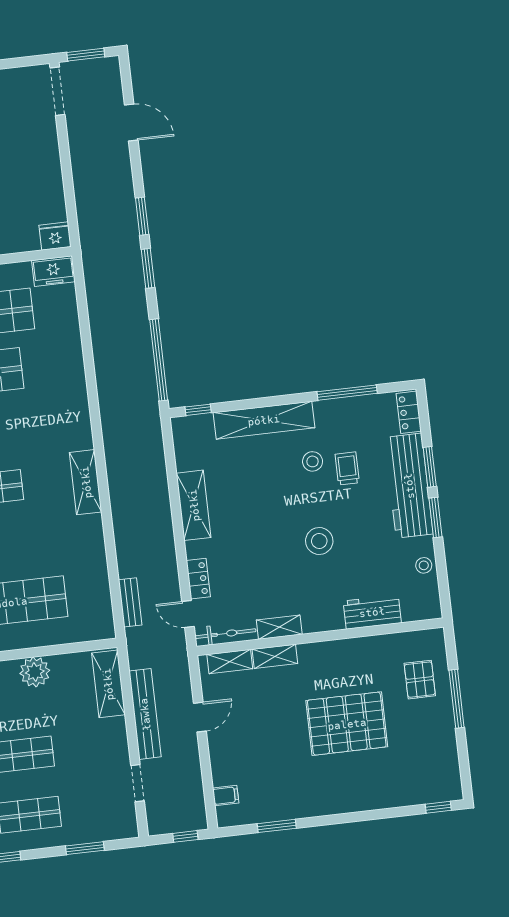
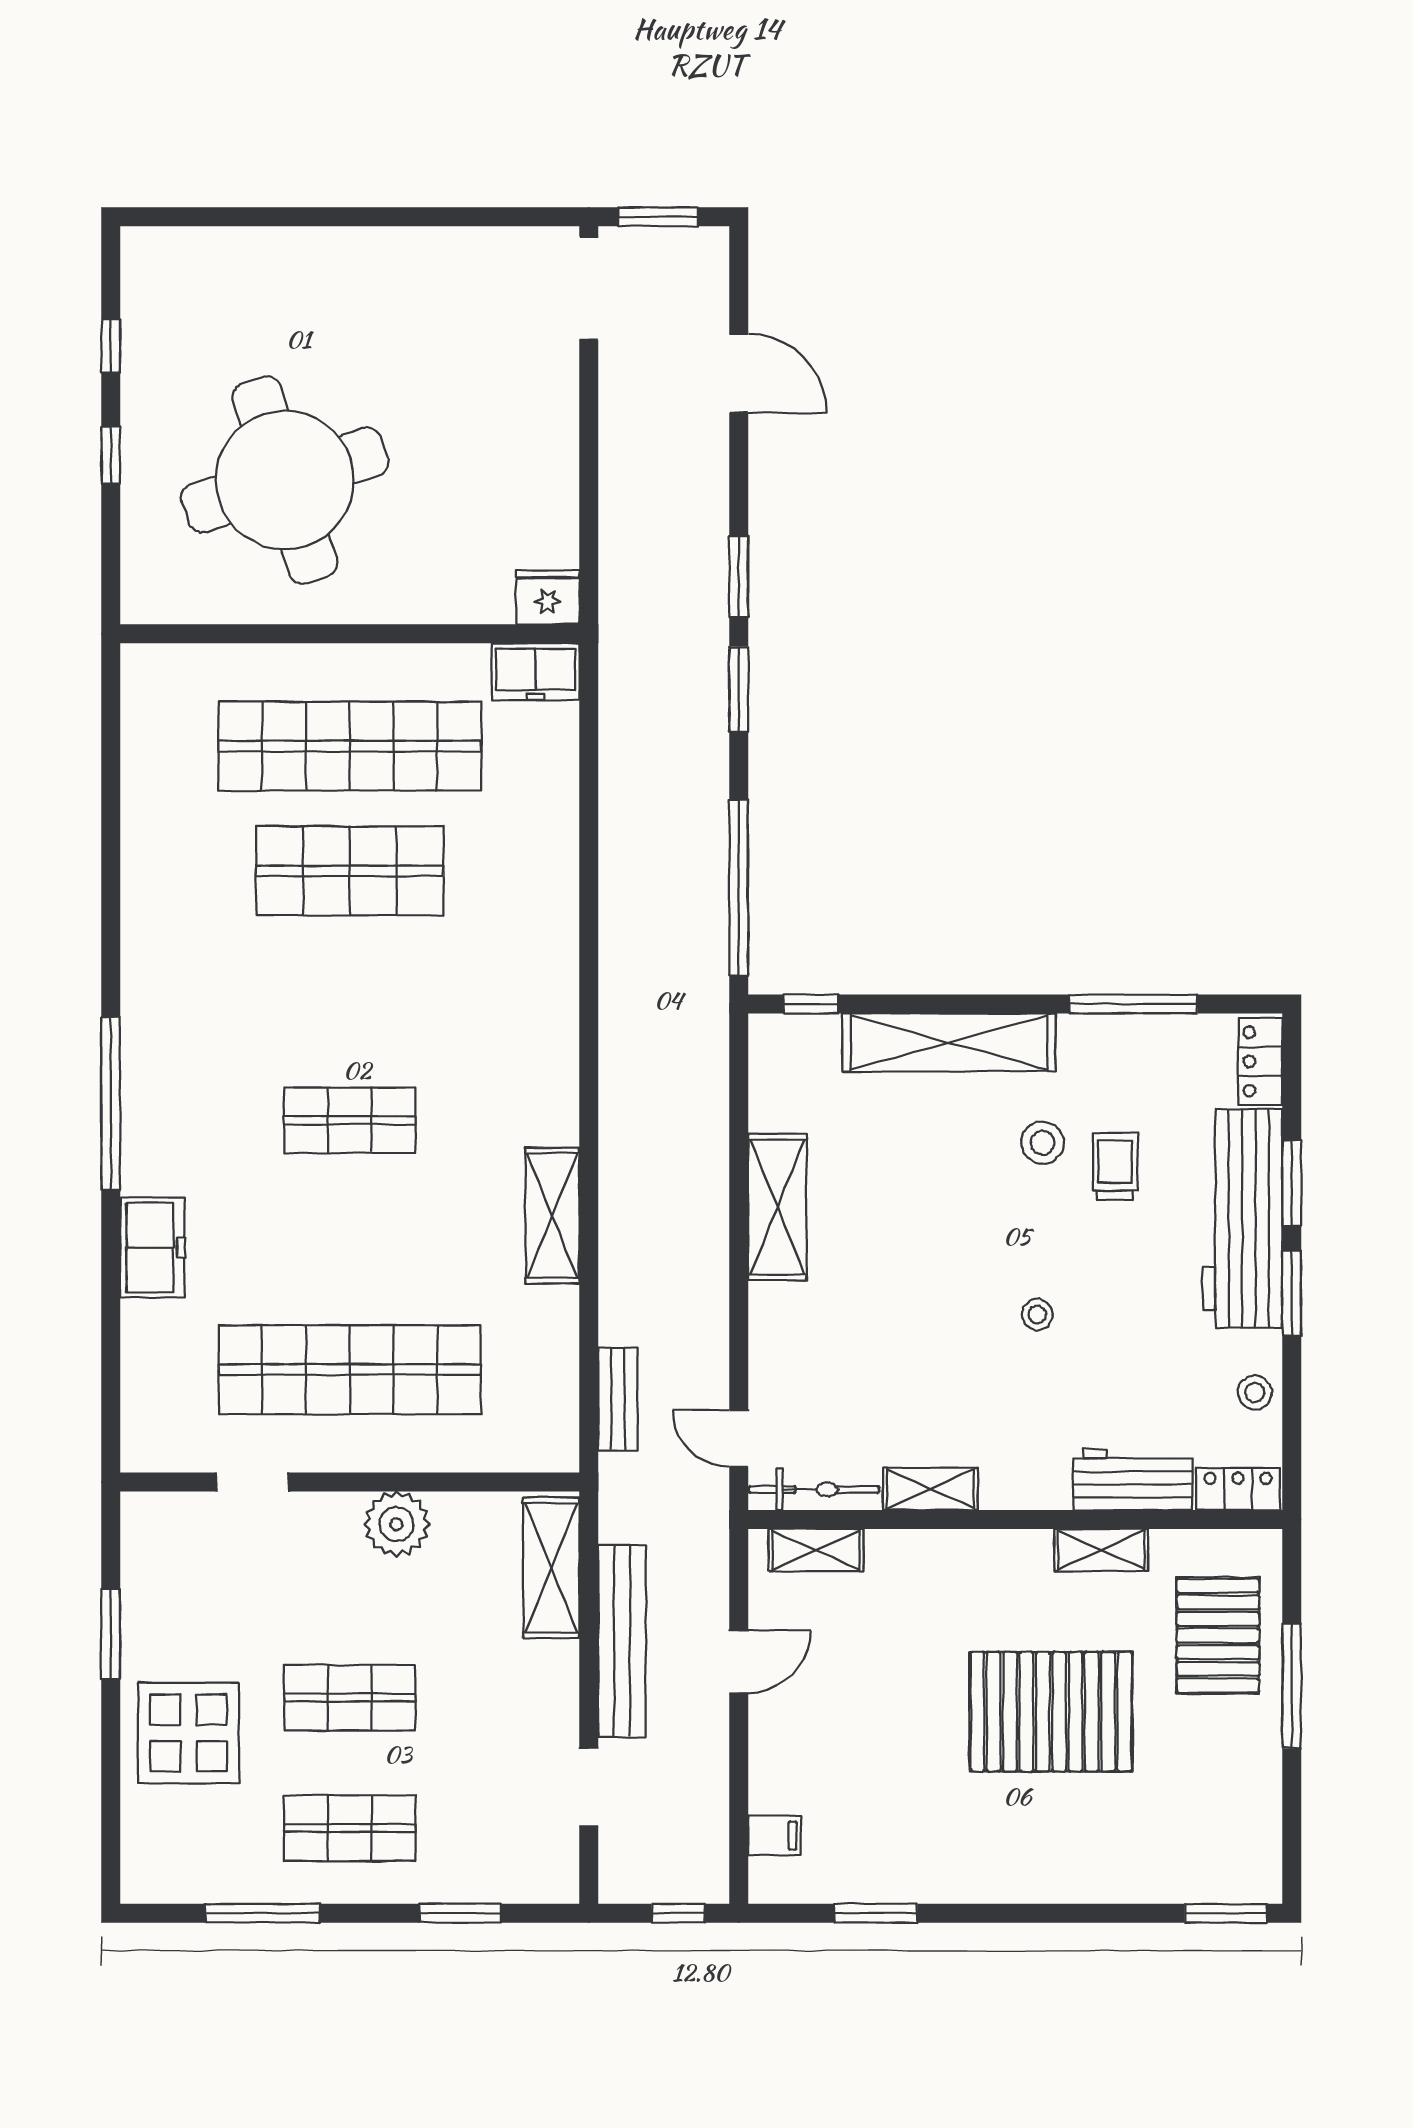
shelving: (86, 482) -> (552, 1216), moved
stool: (319, 541) -> (1037, 1315), width x0.53, depth x0.53
locker: (198, 579) -> (1238, 1489), moved, turned -90
shelving: (275, 656) -> (1101, 1550), moved
pallet: (420, 680) -> (1218, 1636), width x1.50, depth x1.42
window: (438, 807) -> (1226, 1913), width x1.50

